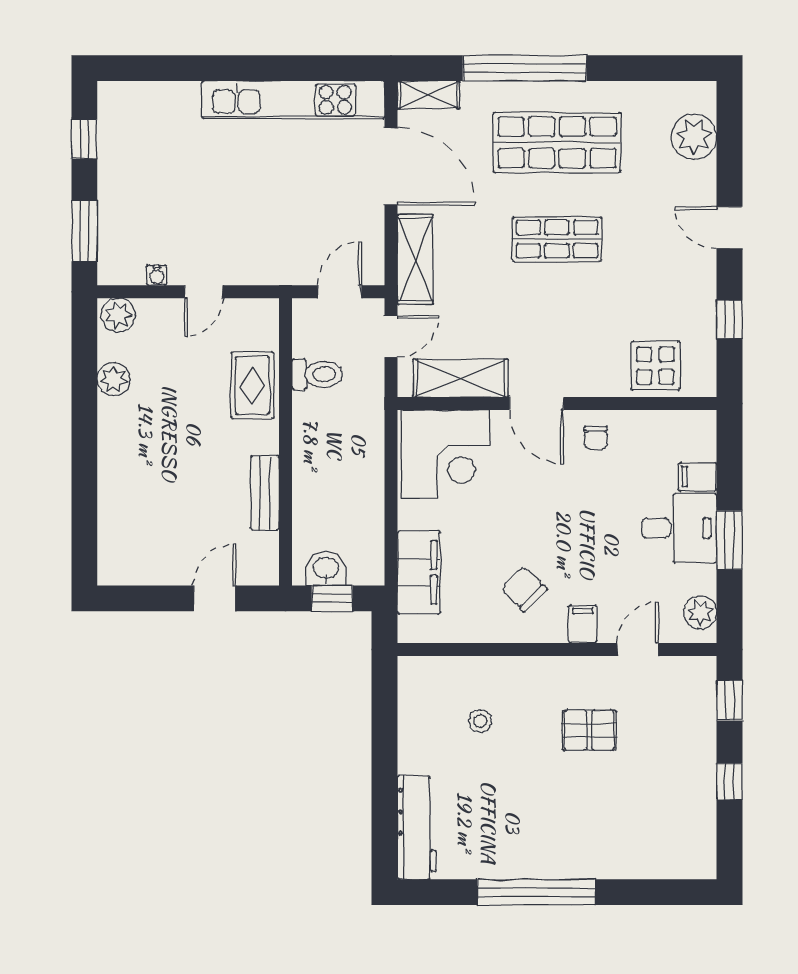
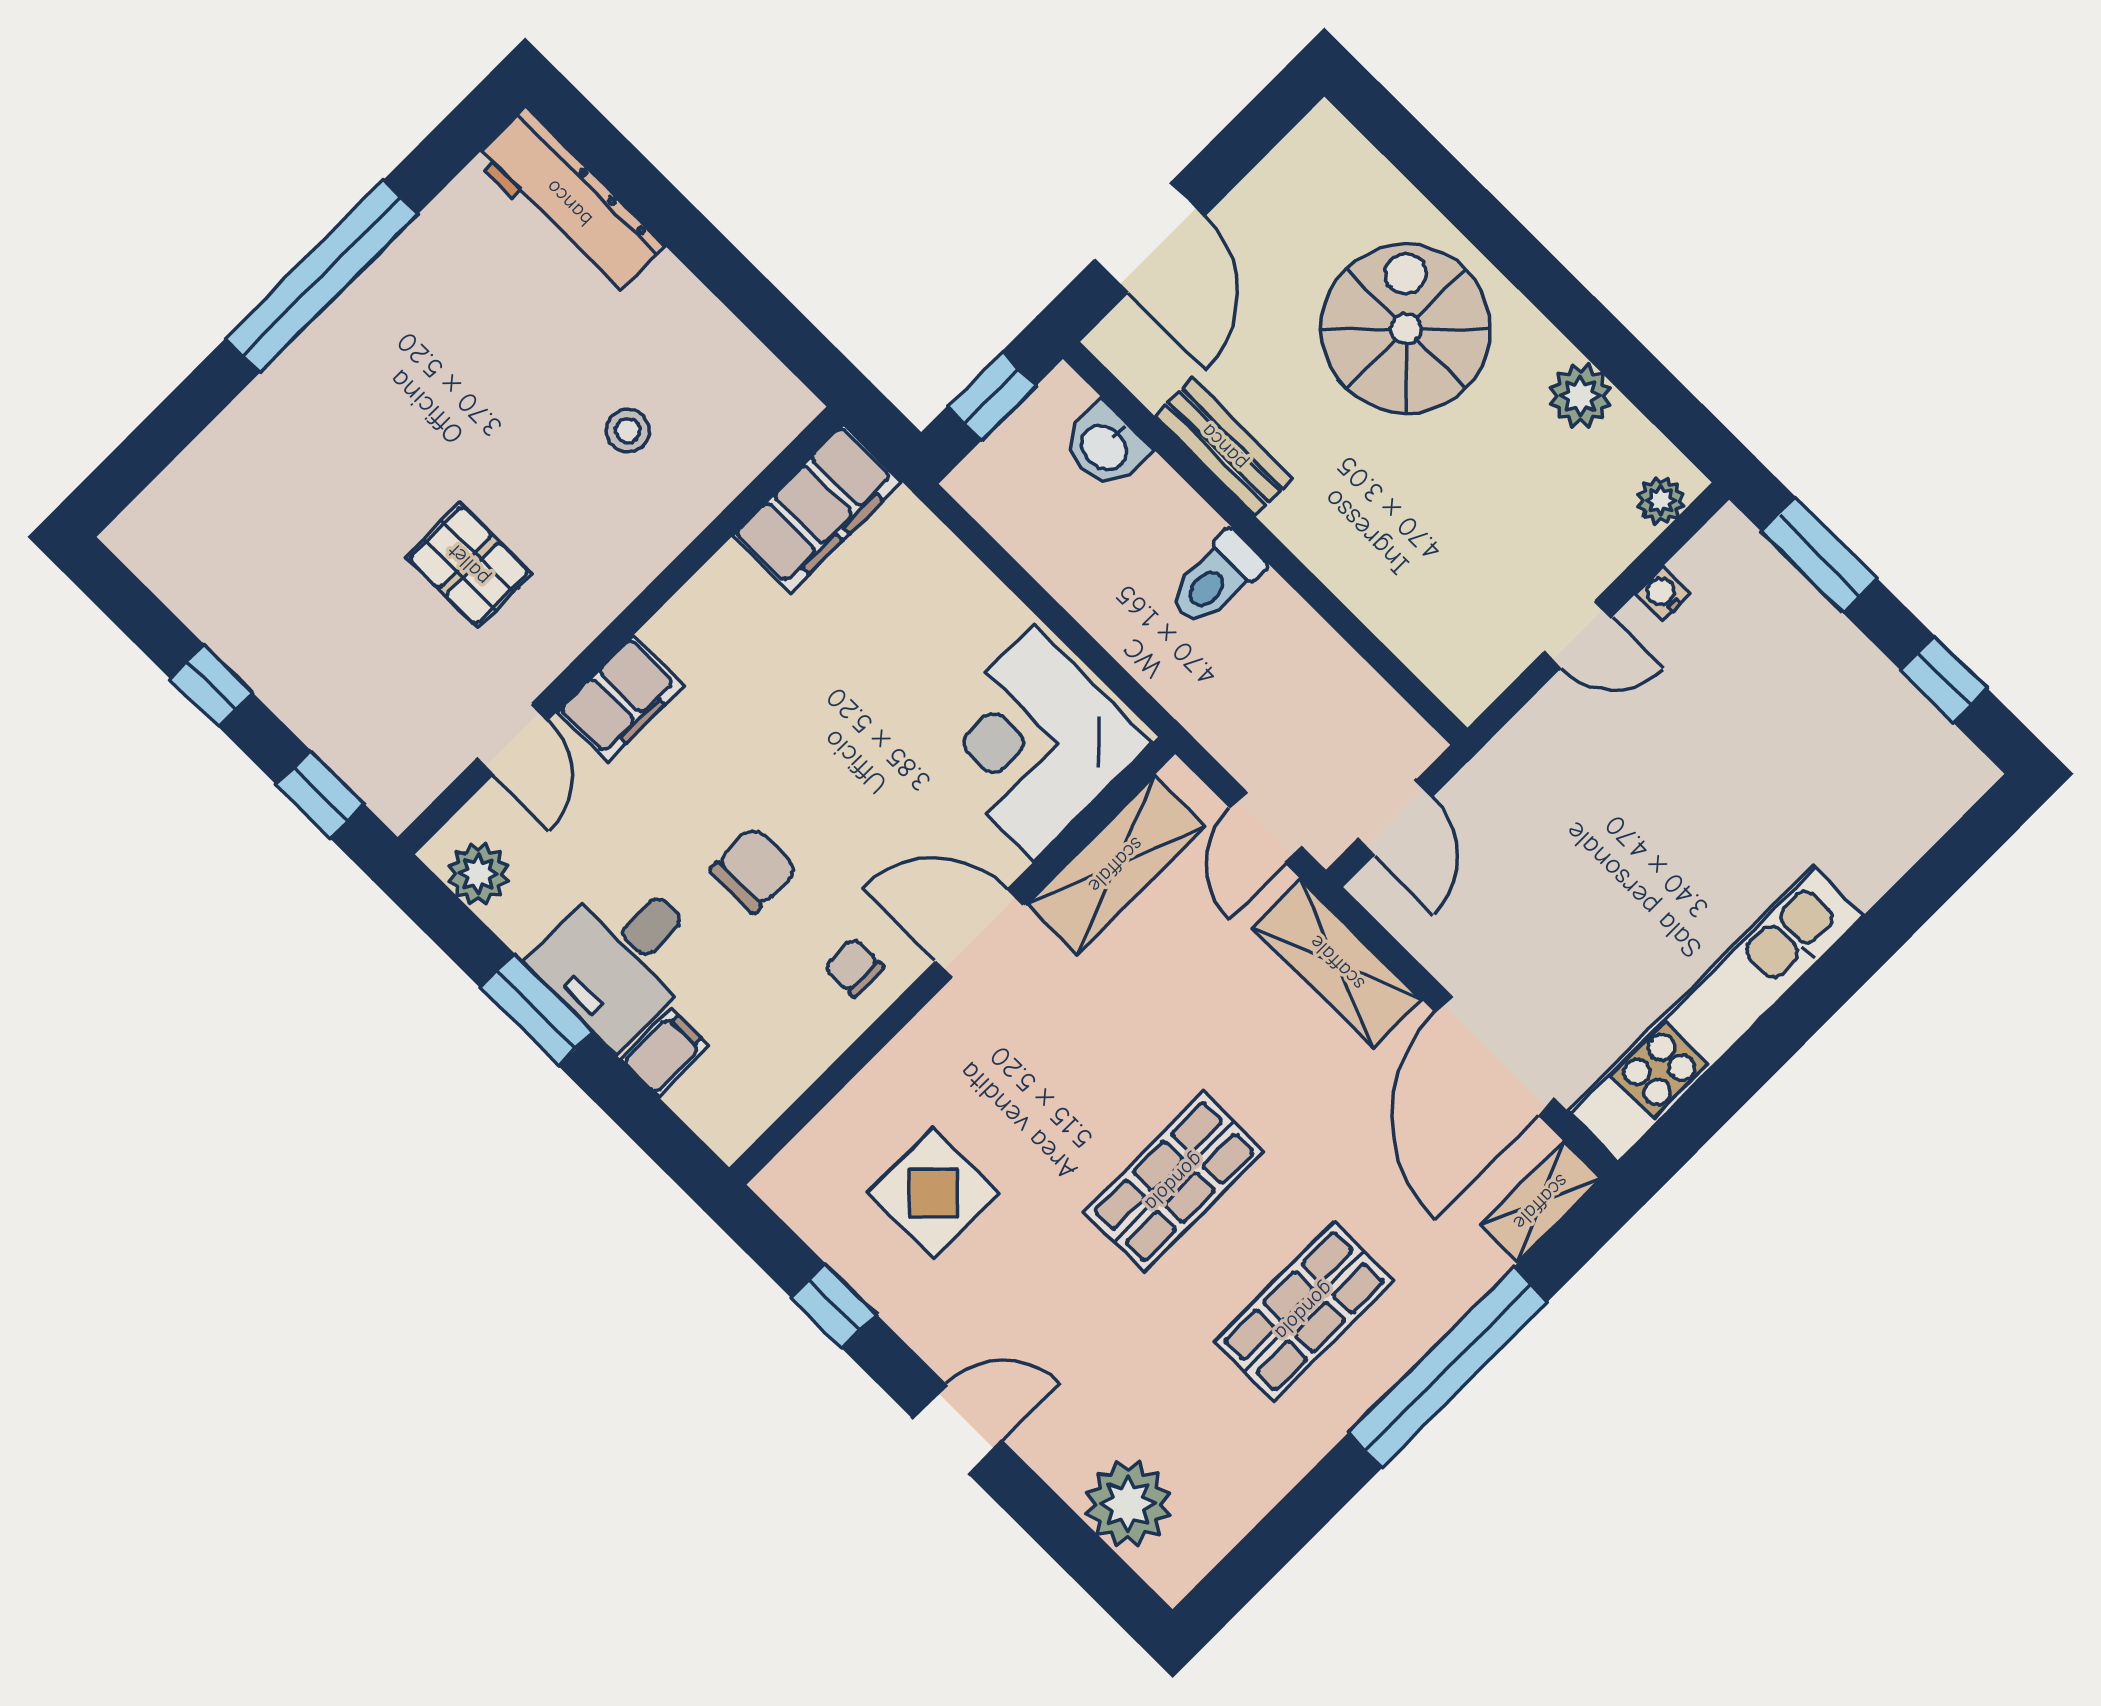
shop shelf: (557, 142) -> (1304, 1311), width x0.70, depth x0.74
door: (391, 166) -> (1495, 1055), hinge flipped
door: (204, 292) -> (1578, 635), swing flipped
plant: (118, 315) -> (1661, 501), width x0.73, depth x0.73
display table: (655, 366) -> (933, 1193), moved
toilet: (317, 374) -> (1216, 579), moved
rug: (252, 385) -> (1386, 575), removed
spiral stairs: (153, 469) -> (1406, 329), added
washbasin: (326, 569) -> (1105, 446), moved, turned 90
filing cabinet: (419, 572) -> (817, 508), moved, turned -90
chair: (524, 589) -> (754, 870), moved, turned -45
door: (215, 598) -> (1150, 238), width x1.38
filing cabinet: (583, 624) -> (620, 699), width x2.00
pallet: (589, 730) -> (469, 565), turned 90

